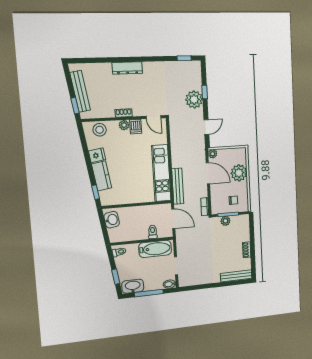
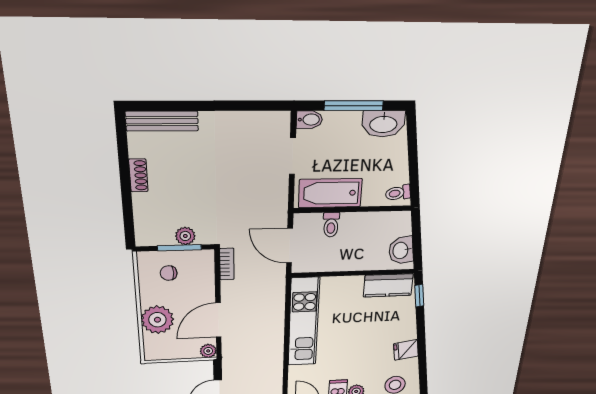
door: (208, 173) -> (218, 320), hinge flipped
kitchen counter: (102, 176) -> (388, 285), moved, turned -81
bench: (178, 186) -> (276, 301), removed
window: (116, 277) -> (413, 147), removed

